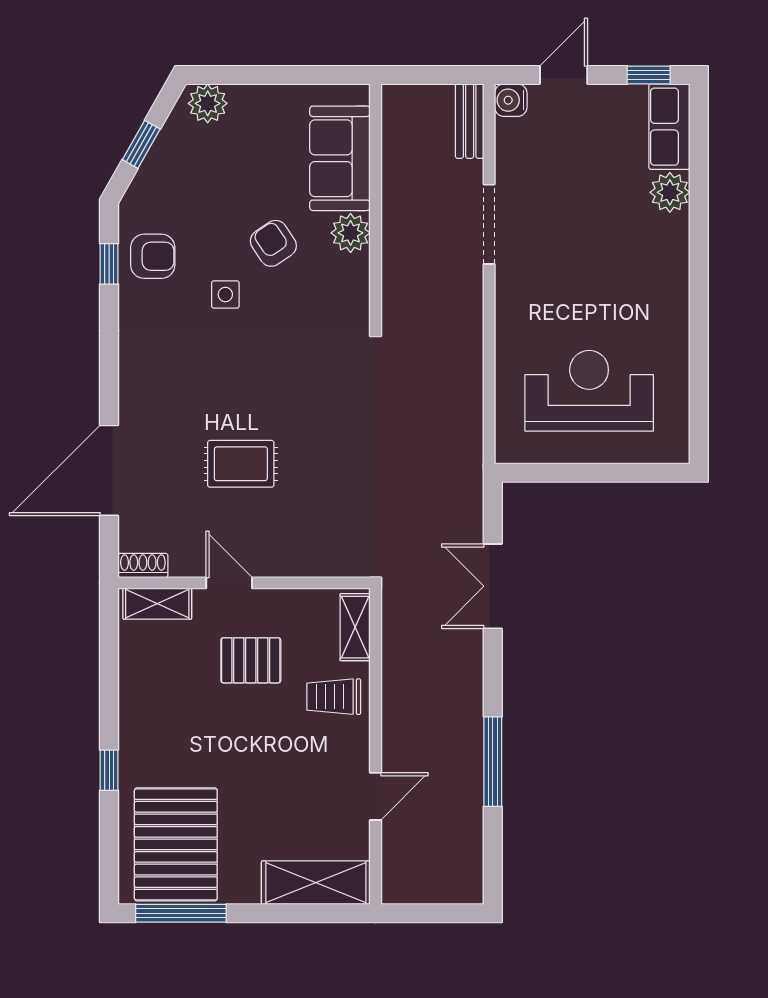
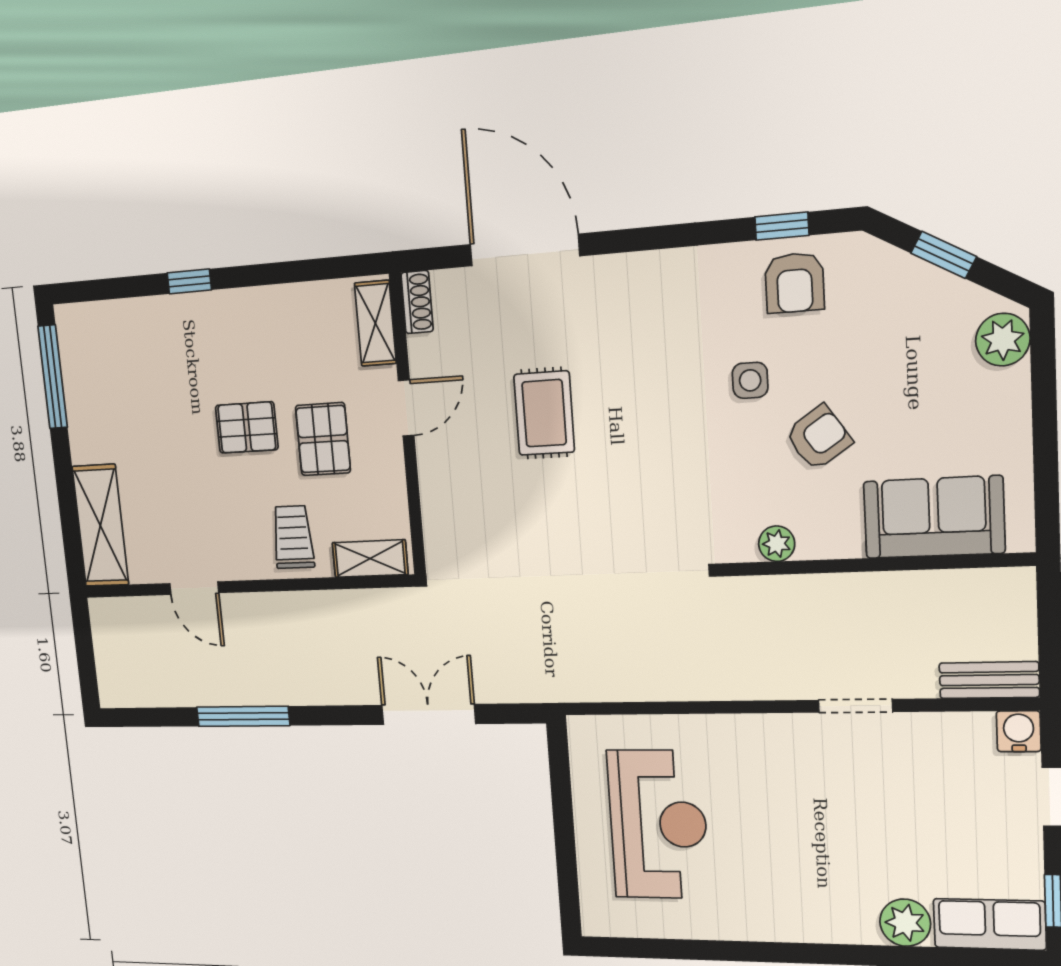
doorway: (489, 224) -> (855, 706), width x0.73
plant: (351, 233) -> (777, 544), moved, width x0.73, depth x0.73
pallet: (176, 844) -> (247, 427), moved, width x0.49, depth x0.50

